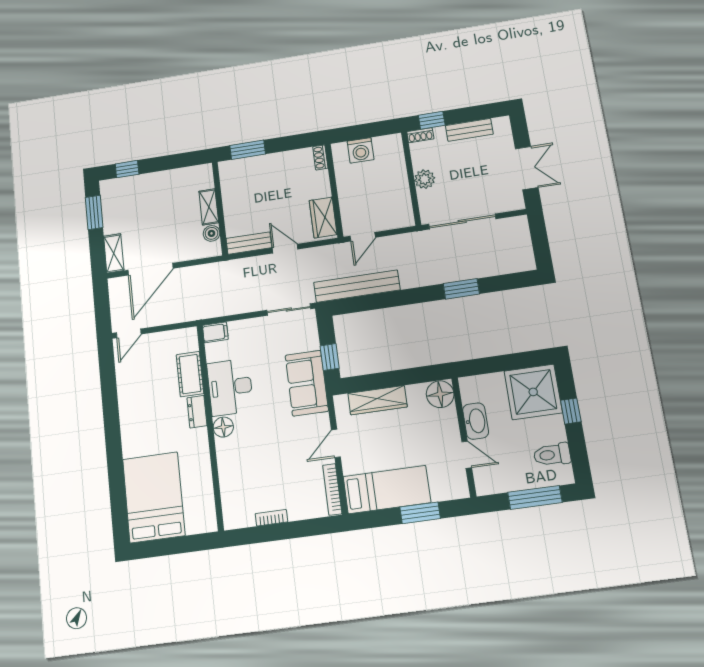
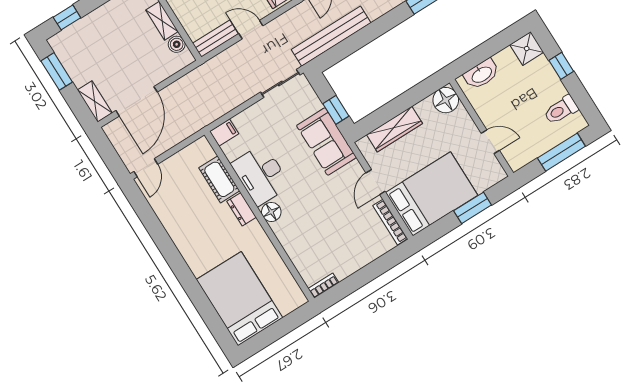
shower: (533, 392) -> (527, 49), width x0.54, depth x0.54
washbasin: (476, 421) -> (481, 74), moved, turned 90
bed: (387, 489) -> (432, 194), width x1.50
bookcase: (271, 518) -> (323, 286), moved

